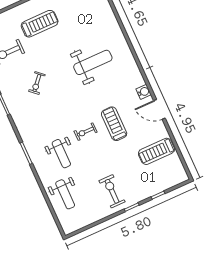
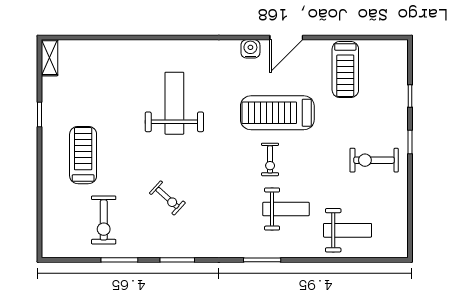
treadmill: (114, 124) -> (277, 113), width x1.37, depth x1.38

